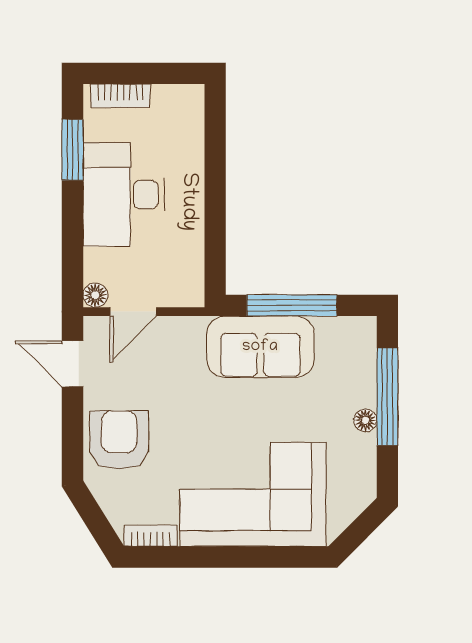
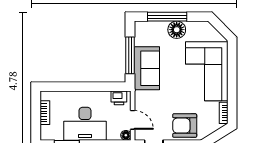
bookcase: (120, 96) -> (45, 113), moved
printer: (187, 278) -> (119, 98), added
floor lamp: (365, 420) -> (177, 30), width x1.89, depth x1.89

